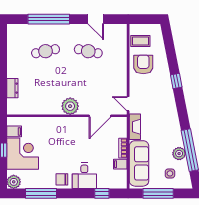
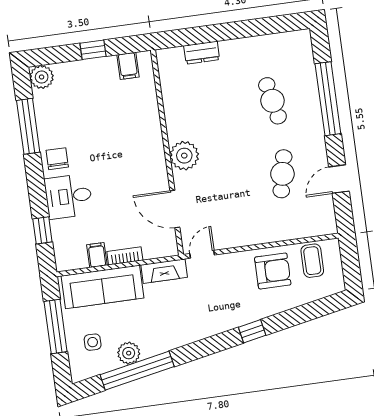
corner desk: (23, 154) -> (92, 86), removed

